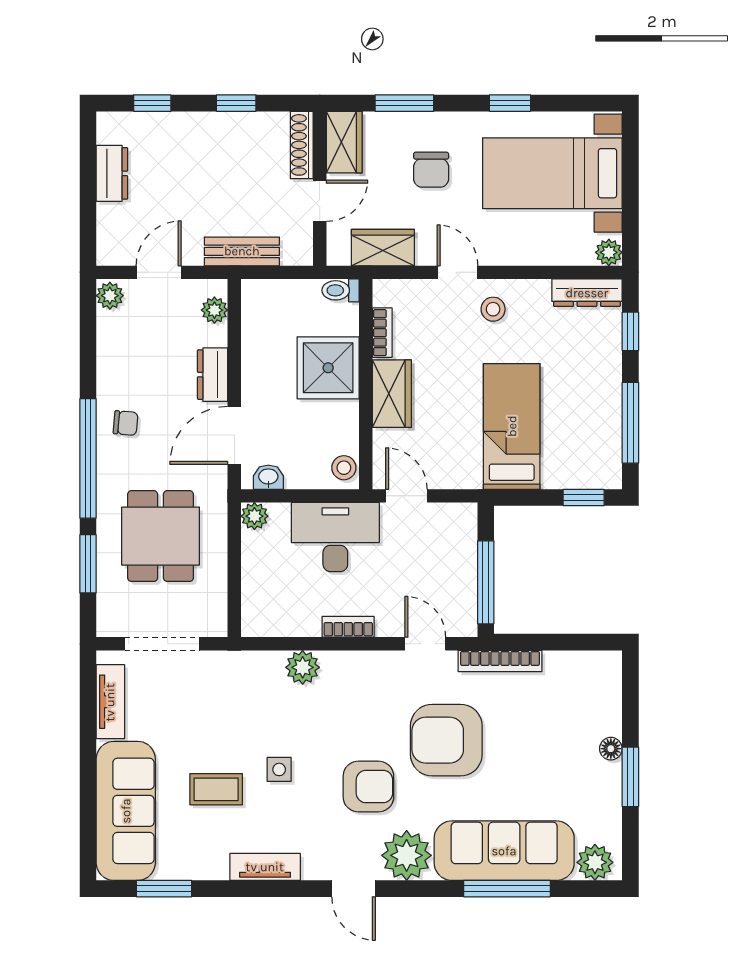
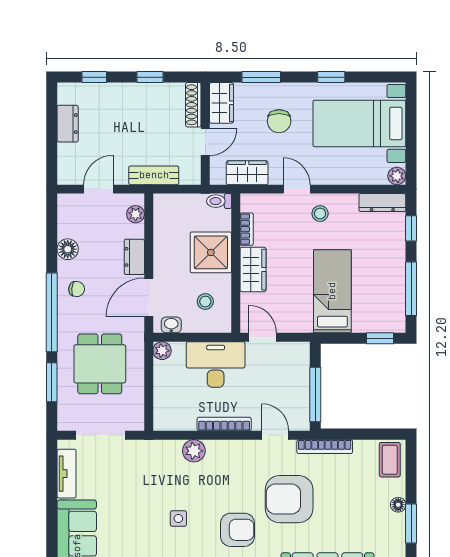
plant: (110, 296) -> (66, 205), removed
floor lamp: (112, 363) -> (68, 249), added
stool: (344, 468) -> (205, 301), moved
bookcase: (348, 627) -> (224, 424), width x1.56
coffee table: (216, 789) -> (390, 460), moved, turned 90

